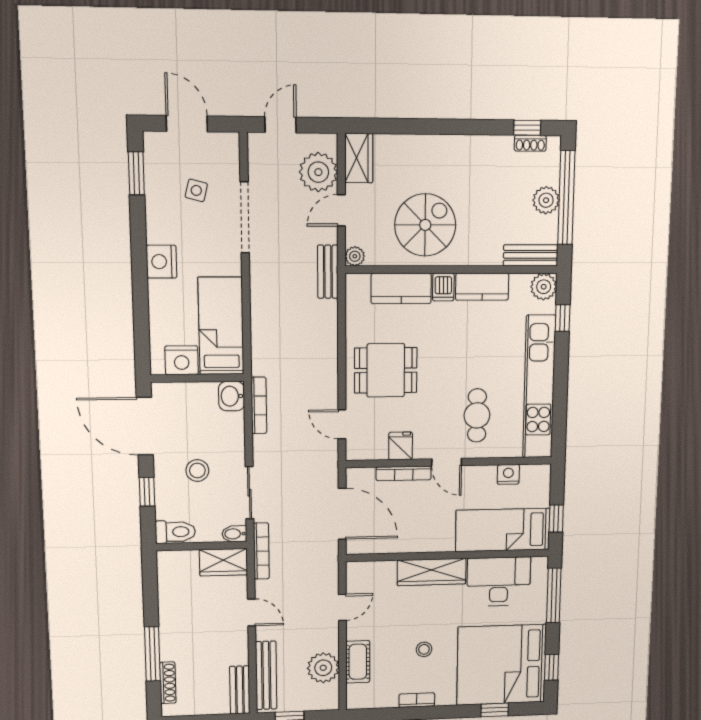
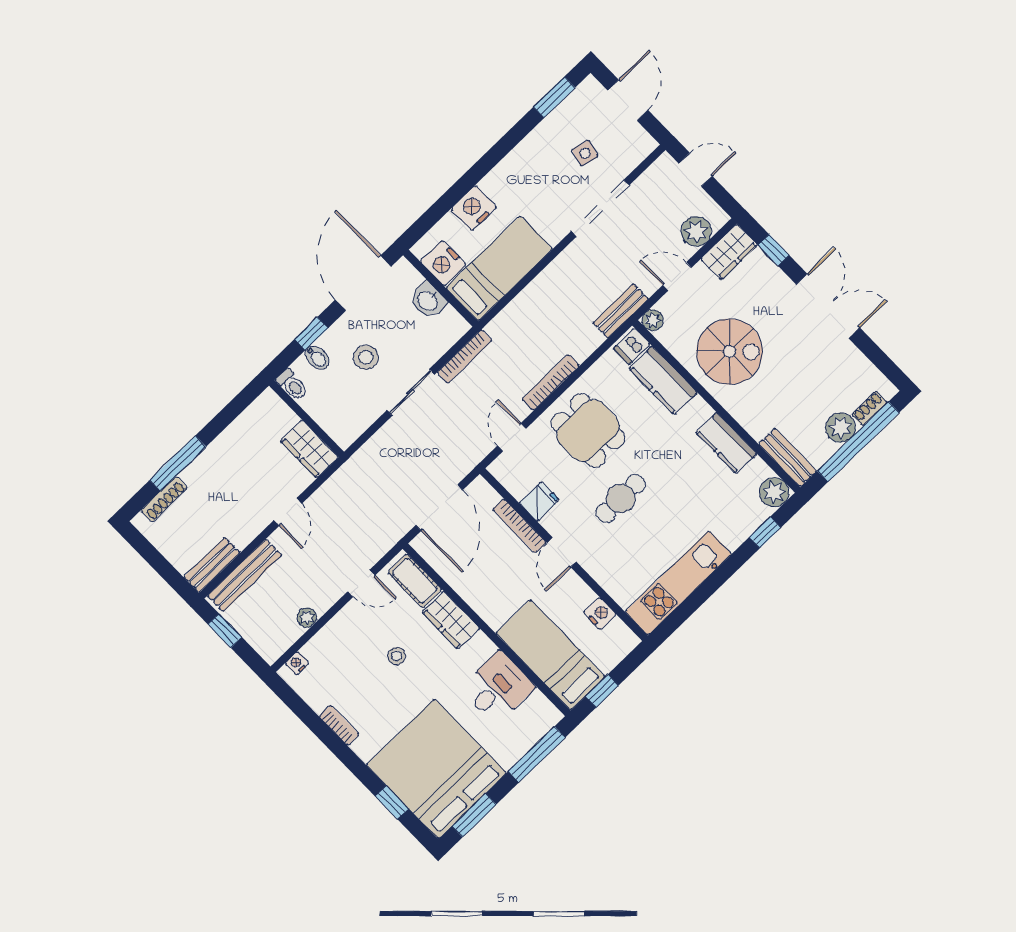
double door: (460, 127) -> (828, 306), added
window: (527, 128) -> (774, 250), moved
shoe rack: (530, 143) -> (869, 408), moved, turned 90
plant: (318, 172) -> (696, 231), width x0.73, depth x0.73
nightstand: (162, 262) -> (474, 208), moved
dishwasher: (443, 287) -> (632, 346), moved
kitchen unit: (539, 387) -> (678, 583), width x0.73
washbasin: (232, 396) -> (428, 300), moved, turned -90
cafe table: (477, 415) -> (621, 499), moved
sliding door: (249, 493) -> (411, 392), moved
toilet: (175, 532) -> (292, 385), width x0.73, depth x0.72
bidet: (234, 534) -> (317, 358), moved, turned 180
bookcase: (261, 551) -> (551, 382), moved, turned 180
wardrobe: (432, 572) -> (451, 620), width x0.67
desk: (499, 582) -> (498, 688), width x0.73
stool: (424, 649) -> (397, 656), moved
cot: (358, 662) -> (415, 581), moved, turned 90
window: (552, 667) -> (474, 815), width x1.50
plant: (323, 668) -> (307, 617), width x0.53, depth x0.53
nightstand: (353, 692) -> (297, 663), added

